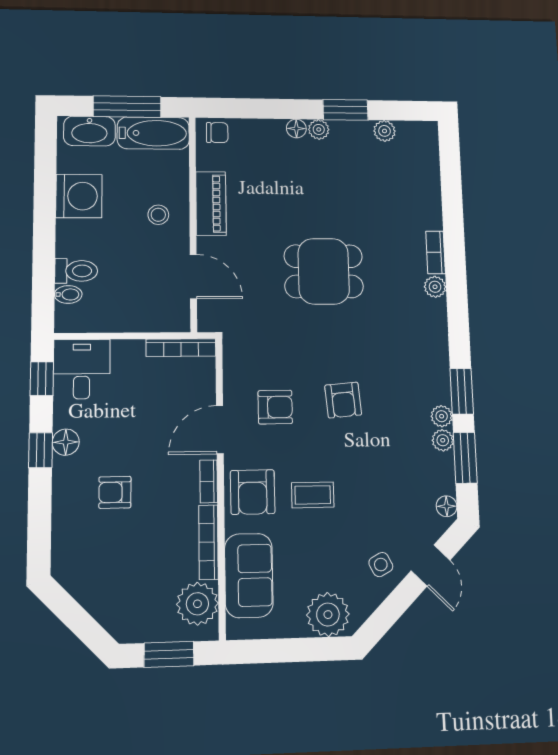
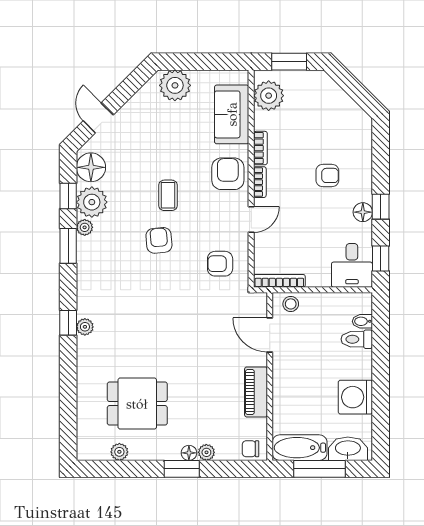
window: (345, 110) -> (182, 469), moved
plant: (319, 129) -> (206, 452), moved
stool: (158, 215) -> (291, 304), moved
bookcase: (436, 252) -> (83, 354), removed
dining table: (324, 271) -> (137, 404), moved
window: (457, 292) -> (68, 323), added
armchair: (275, 407) -> (220, 264), moved
door: (220, 430) -> (251, 220), width x0.73
plant: (443, 440) -> (92, 202), width x1.88, depth x1.88
window: (465, 458) -> (68, 196), width x0.67
coffee table: (313, 495) -> (168, 195), moved, turned 90
floor lamp: (447, 506) -> (91, 167), width x1.89, depth x1.89
bookcase: (208, 542) -> (260, 148), width x0.64
side table: (381, 565) -> (135, 120), removed

